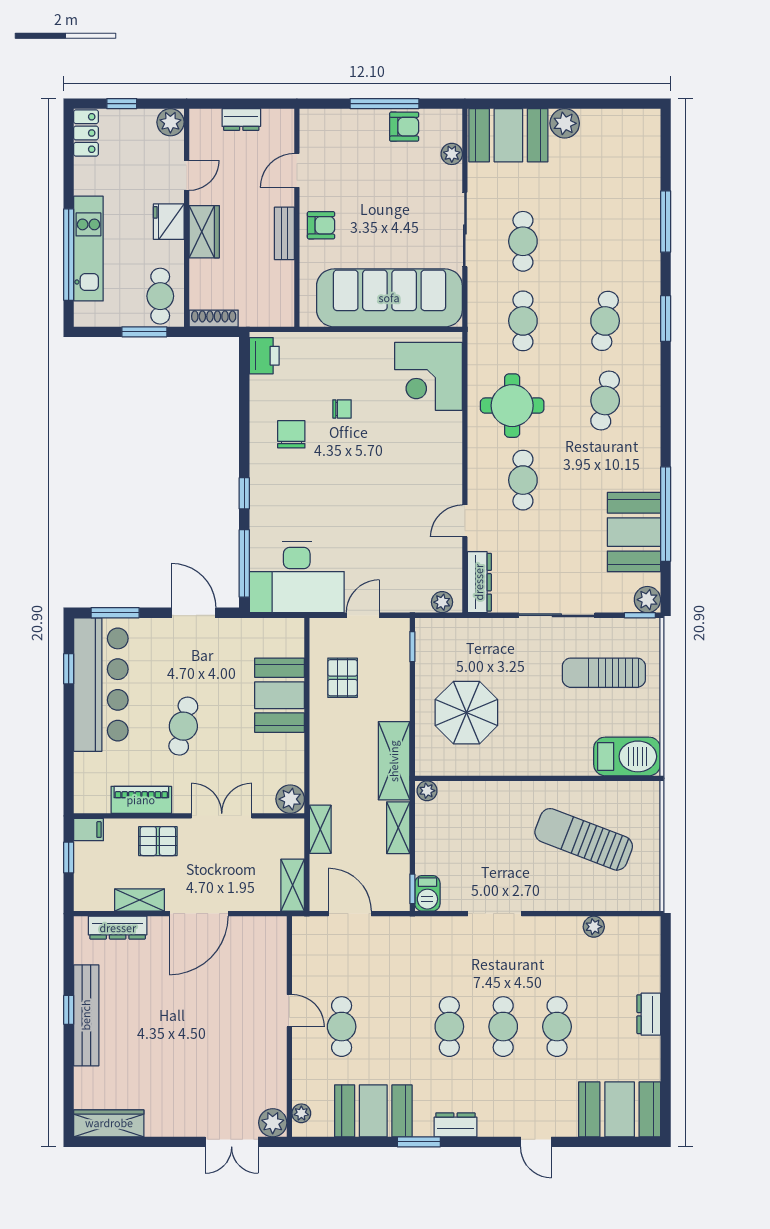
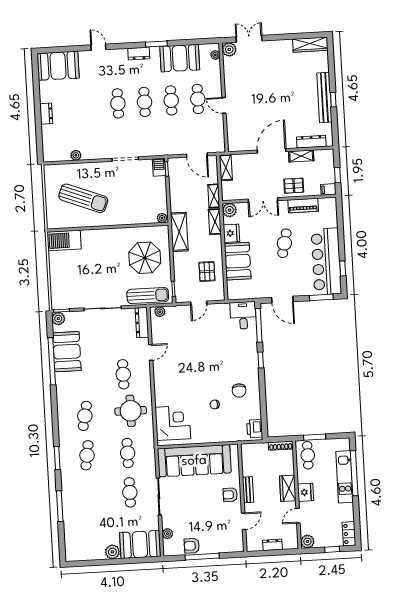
desk: (297, 577) -> (243, 315), width x0.53, depth x0.77
sun lounger: (604, 673) -> (148, 296), moved
fridge: (289, 752) -> (231, 233), added
shelving: (398, 828) -> (215, 222), moved
cafe table: (557, 1027) -> (171, 100), moved

